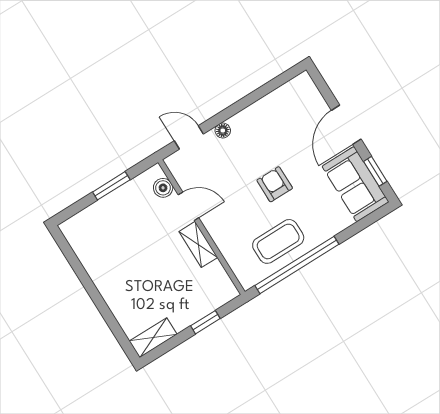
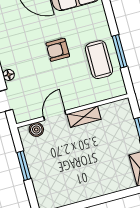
window: (297, 265) -> (120, 51), width x0.47

